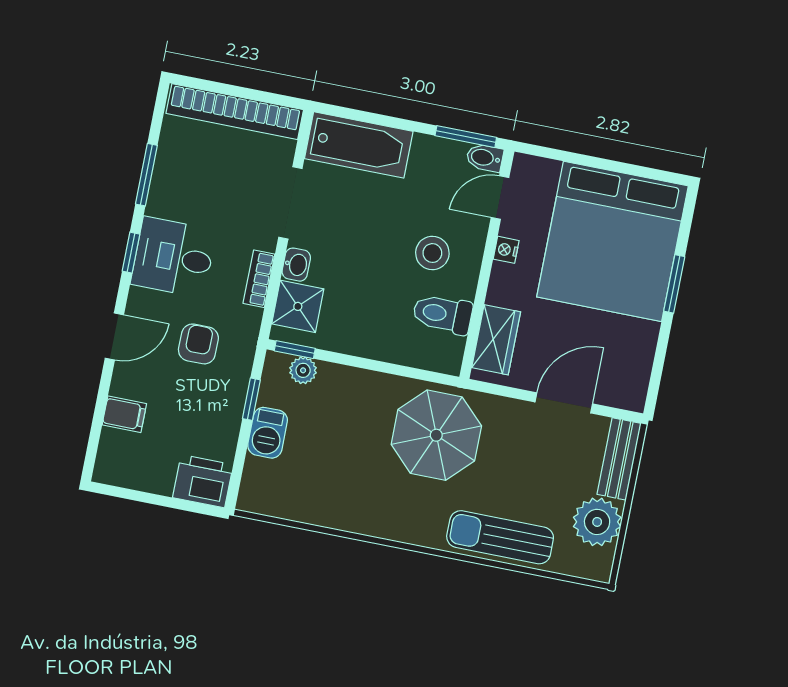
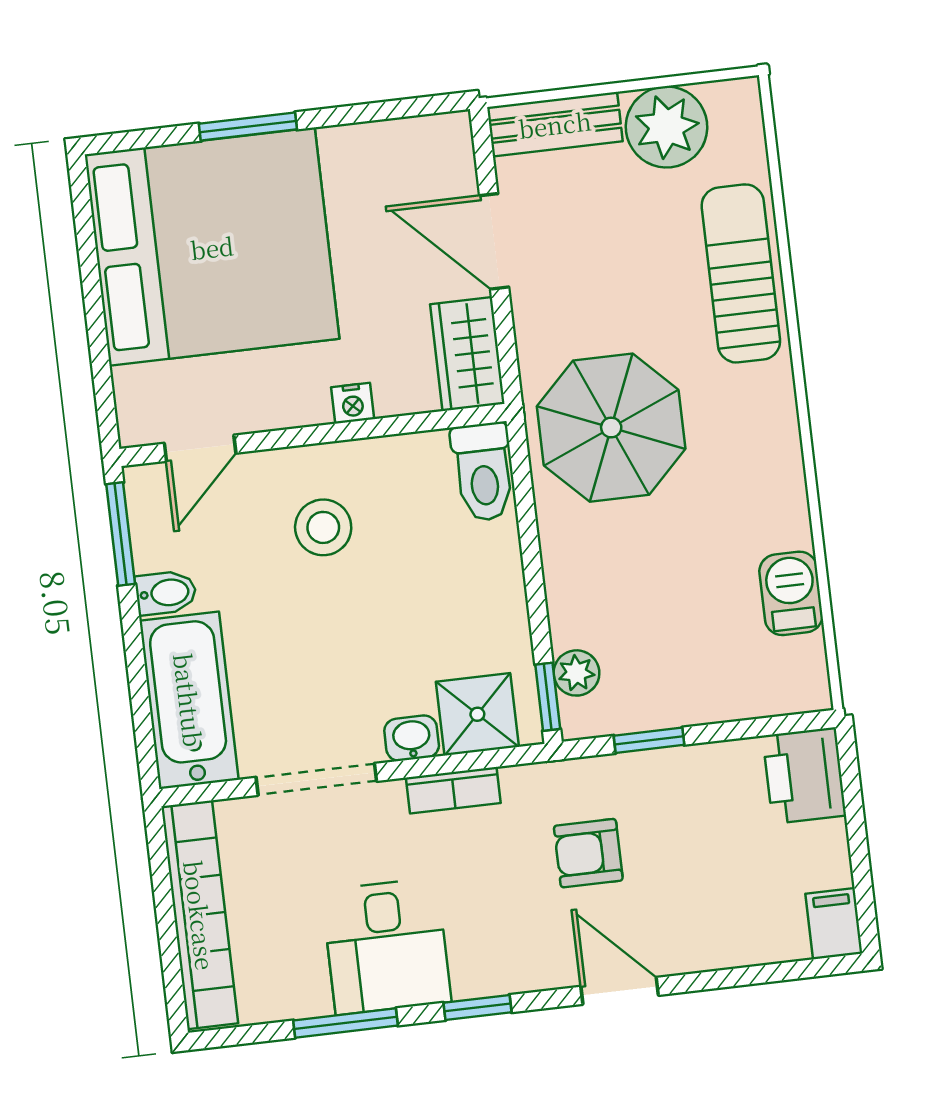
bidet: (485, 158) -> (166, 593), moved, turned -90
door: (500, 198) -> (200, 448), hinge flipped
nightstand: (506, 250) -> (353, 403), moved
desk: (174, 257) -> (386, 946), moved
toilet: (443, 314) -> (483, 472), moved
wardrobe: (496, 340) -> (467, 354), moved, turned -90
filing cabinet: (124, 414) -> (834, 924), moved
barbecue: (268, 433) -> (791, 593), moved, turned -90
sun lounger: (500, 537) -> (741, 273), turned 180

